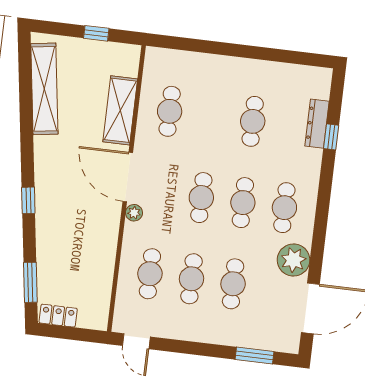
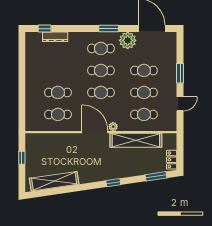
shelving: (120, 110) -> (136, 140), moved, width x1.47
cafe table: (253, 121) -> (58, 92), moved
window: (331, 137) -> (45, 29), moved
door: (128, 177) -> (95, 132), swing flipped
window: (320, 227) -> (109, 29), added
door: (136, 341) -> (180, 104), moved
window: (254, 356) -> (180, 73), moved

